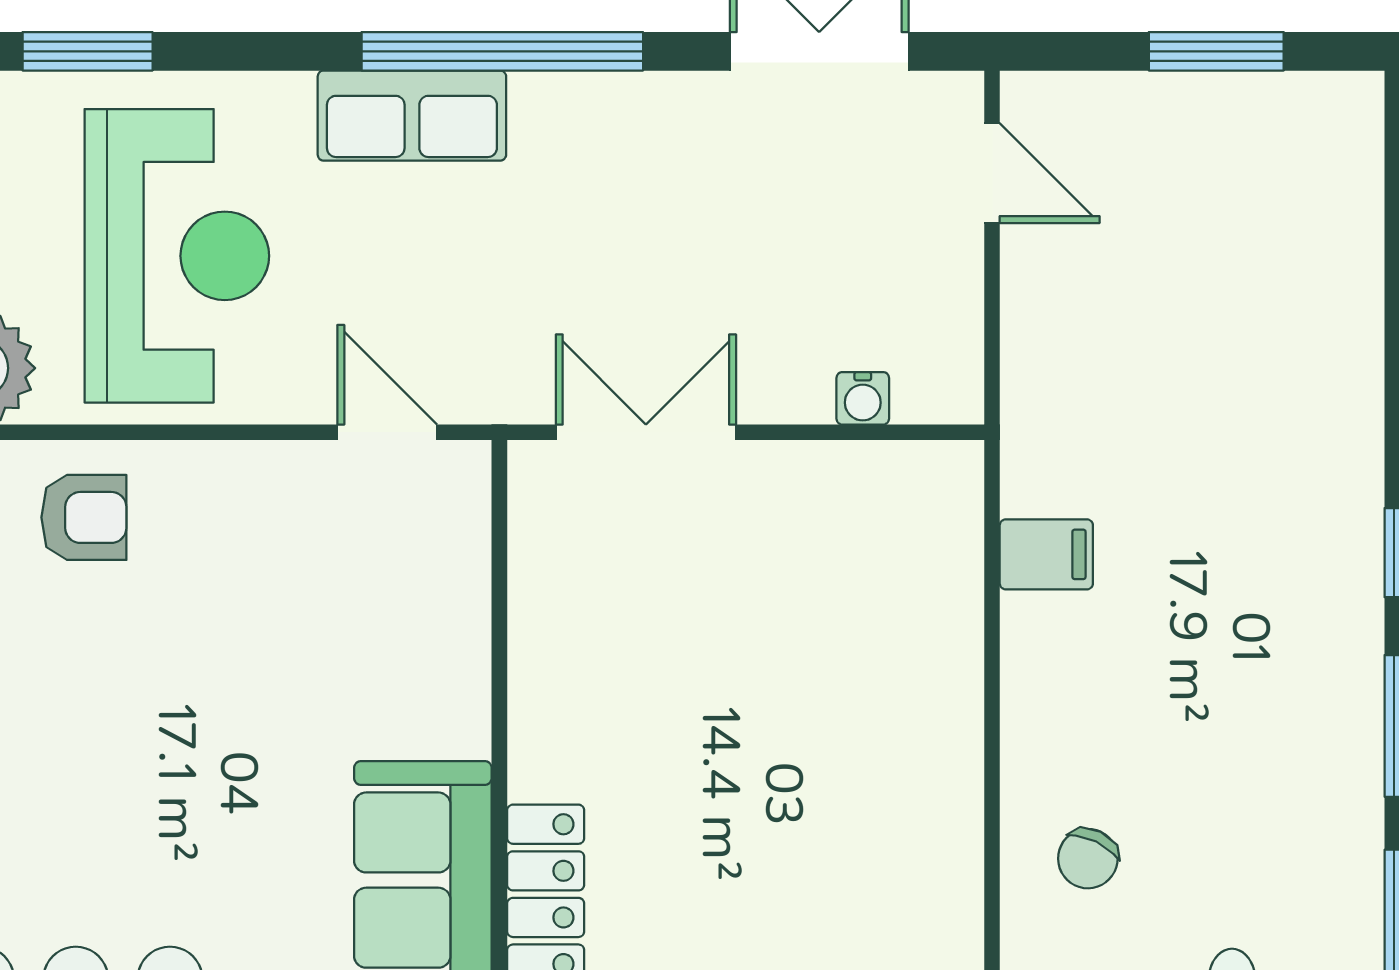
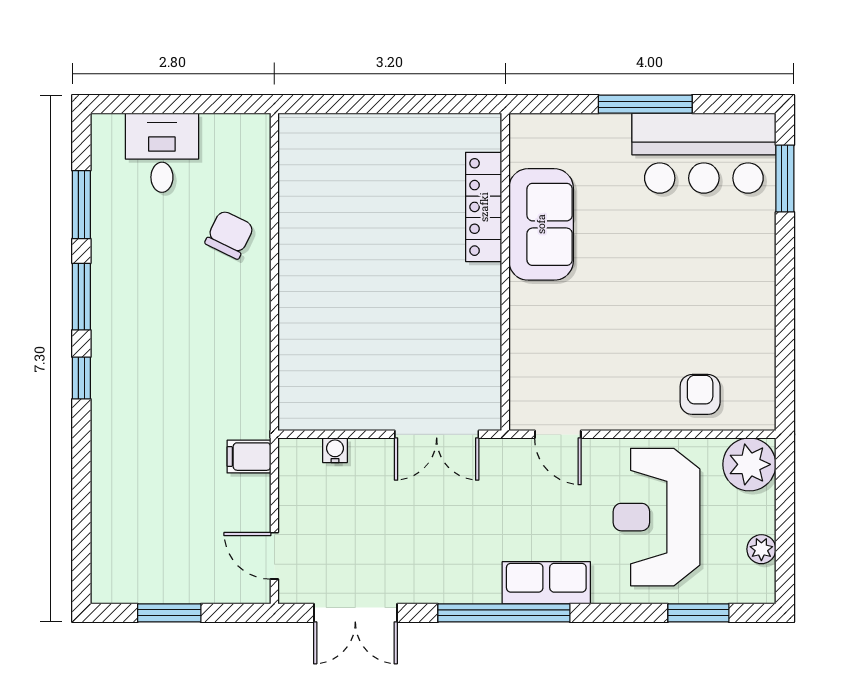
armchair: (84, 517) -> (700, 394), turned 90
filing cabinet: (1046, 554) -> (249, 457), moved
chair: (1088, 859) -> (229, 235), width x1.37, depth x1.37

